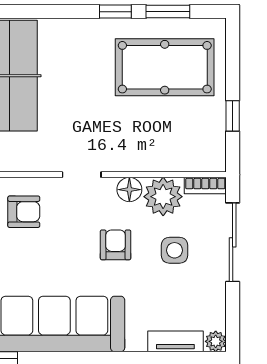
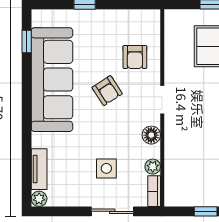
plant: (163, 197) -> (153, 167), width x0.53, depth x0.53
sliding door: (233, 242) -> (112, 211), width x0.73
armchair: (116, 245) -> (107, 91), moved, turned 57

